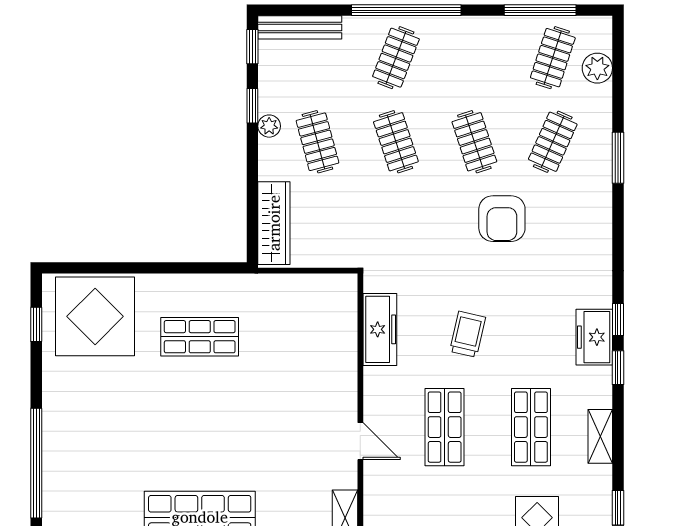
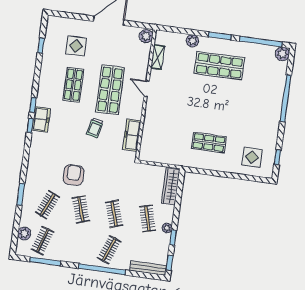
display table: (95, 316) -> (252, 157), width x0.54, depth x0.54
shop shelf: (445, 427) -> (110, 90), width x1.43, depth x1.36
shelving: (600, 436) -> (44, 77), removed

